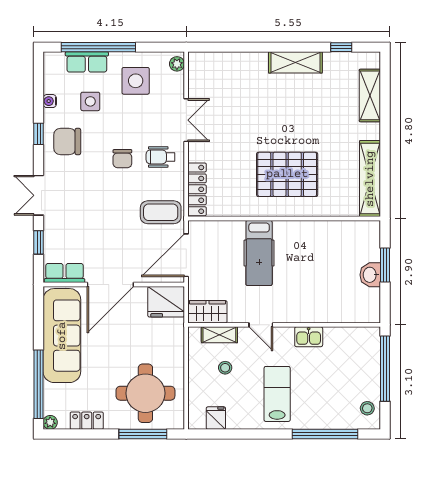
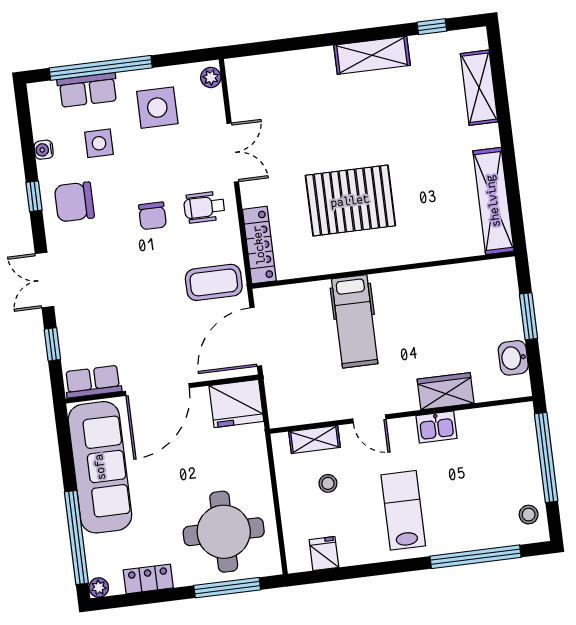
pallet: (287, 174) -> (350, 201), moved
washbasin: (370, 275) -> (513, 358), moved
wardrobe: (207, 312) -> (446, 391), moved

